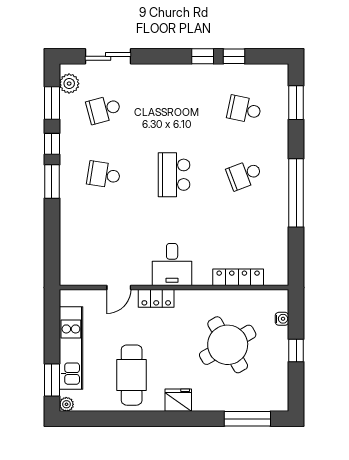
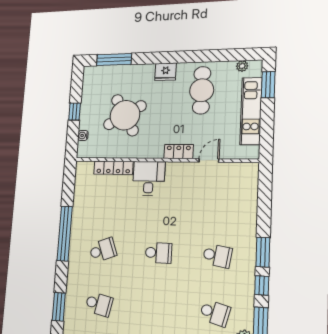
school desk: (104, 109) -> (215, 313), turned 30
school desk: (174, 175) -> (159, 253), width x0.54
desk: (172, 264) -> (149, 178), moved
plant: (66, 404) -> (242, 66), moved

